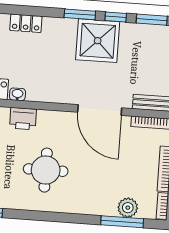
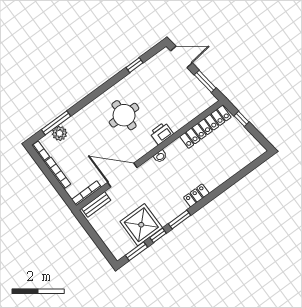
locker: (26, 23) -> (196, 195), moved
shower: (98, 41) -> (141, 225), moved
washbasin: (17, 94) -> (160, 156), moved

